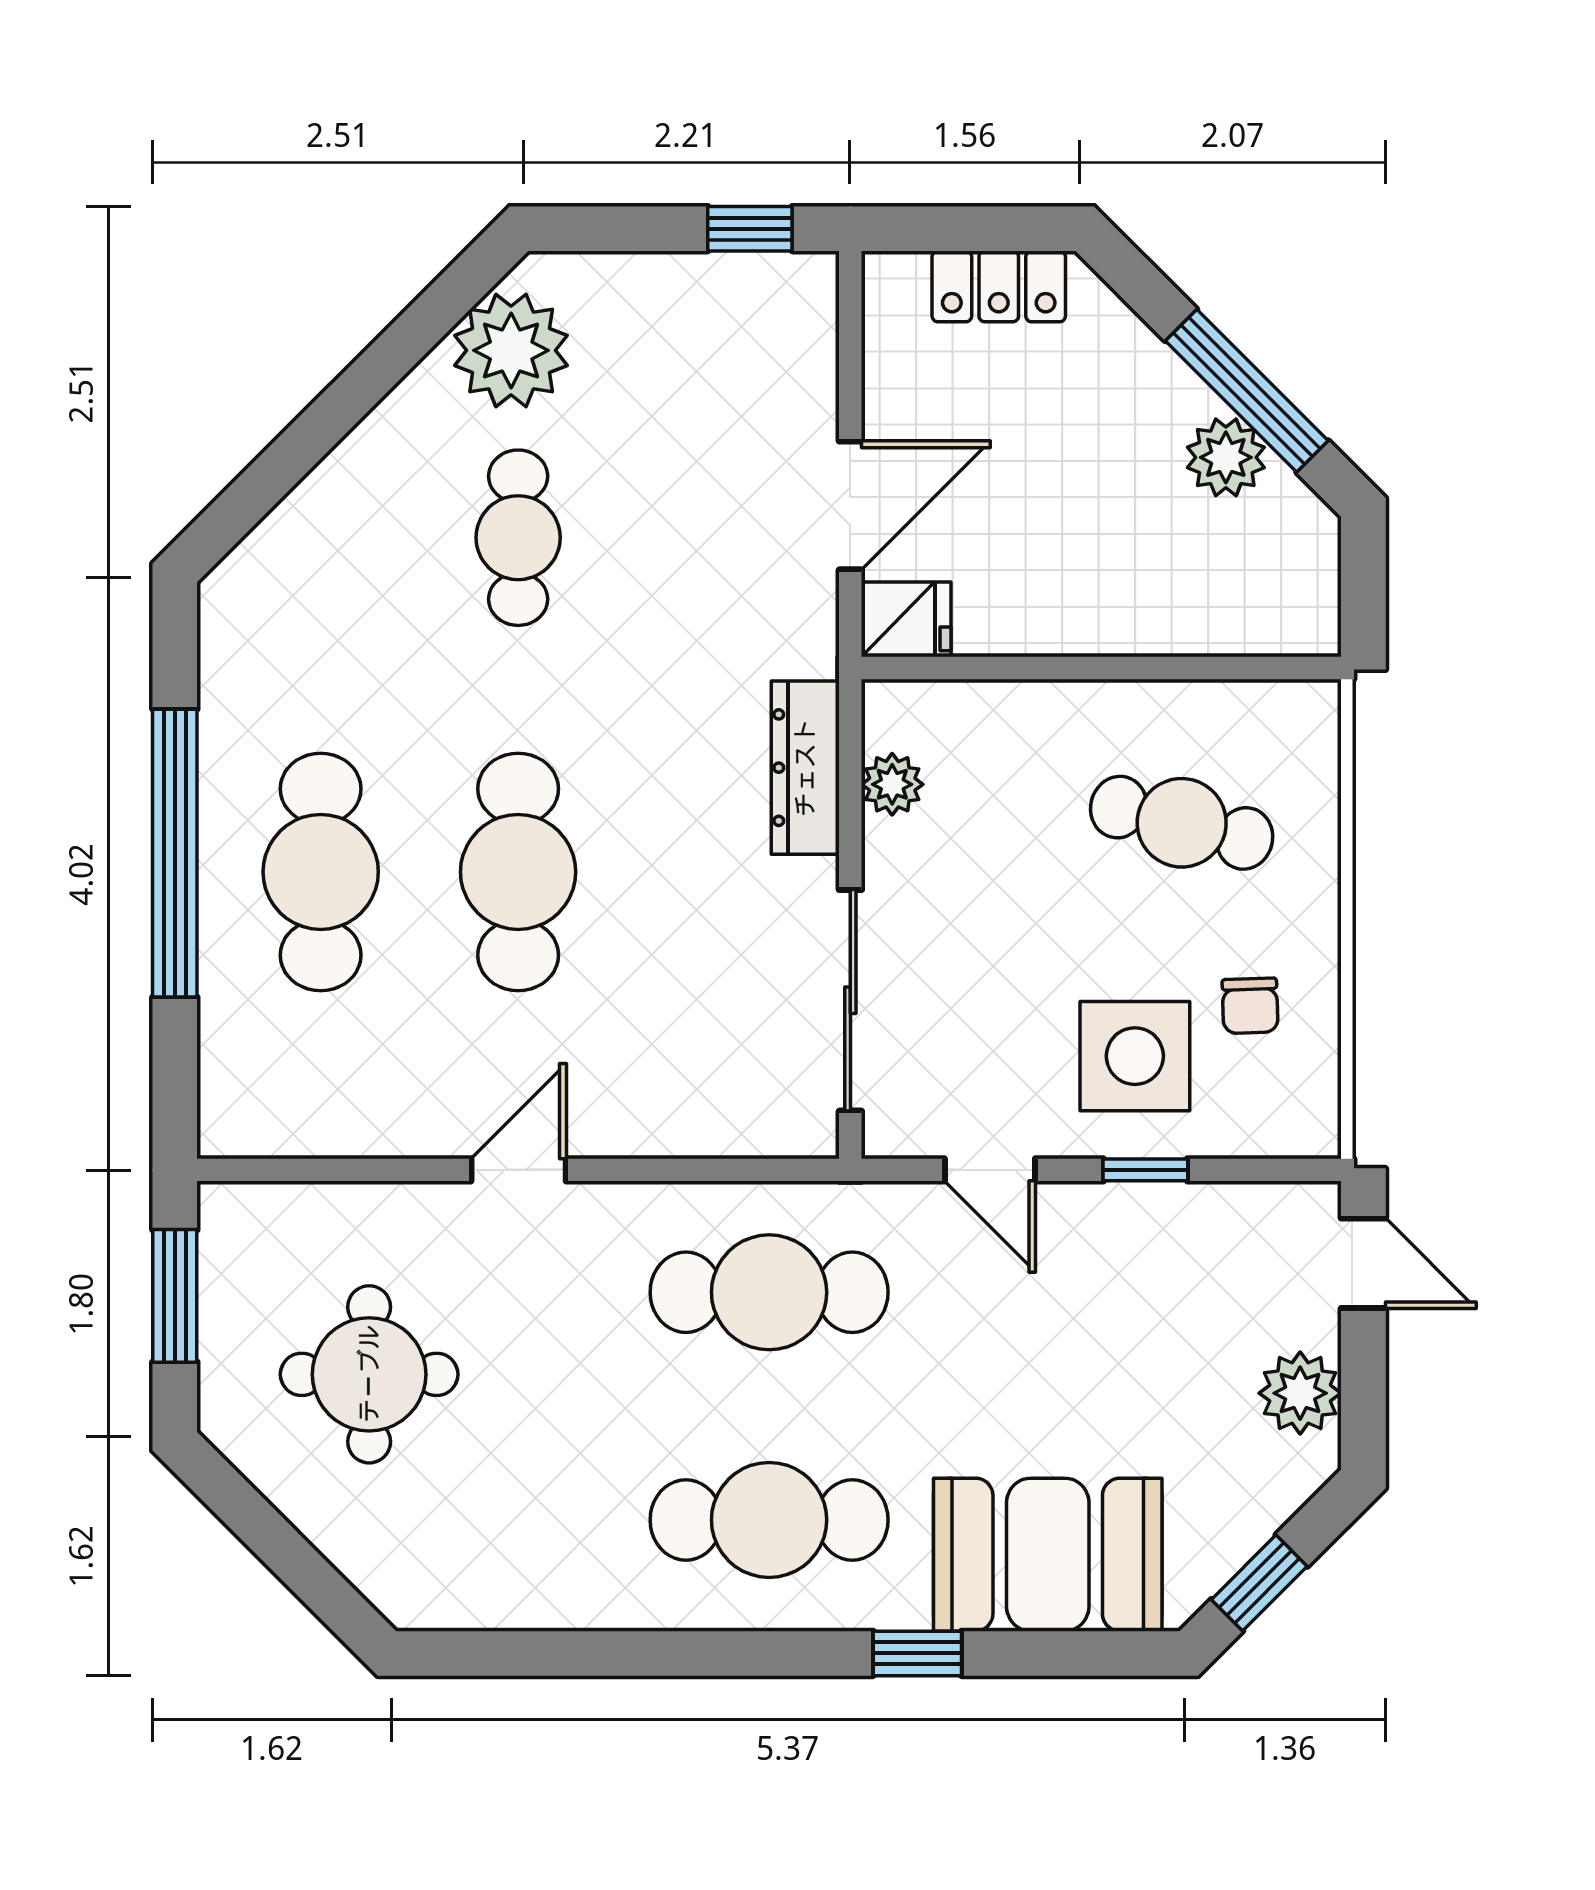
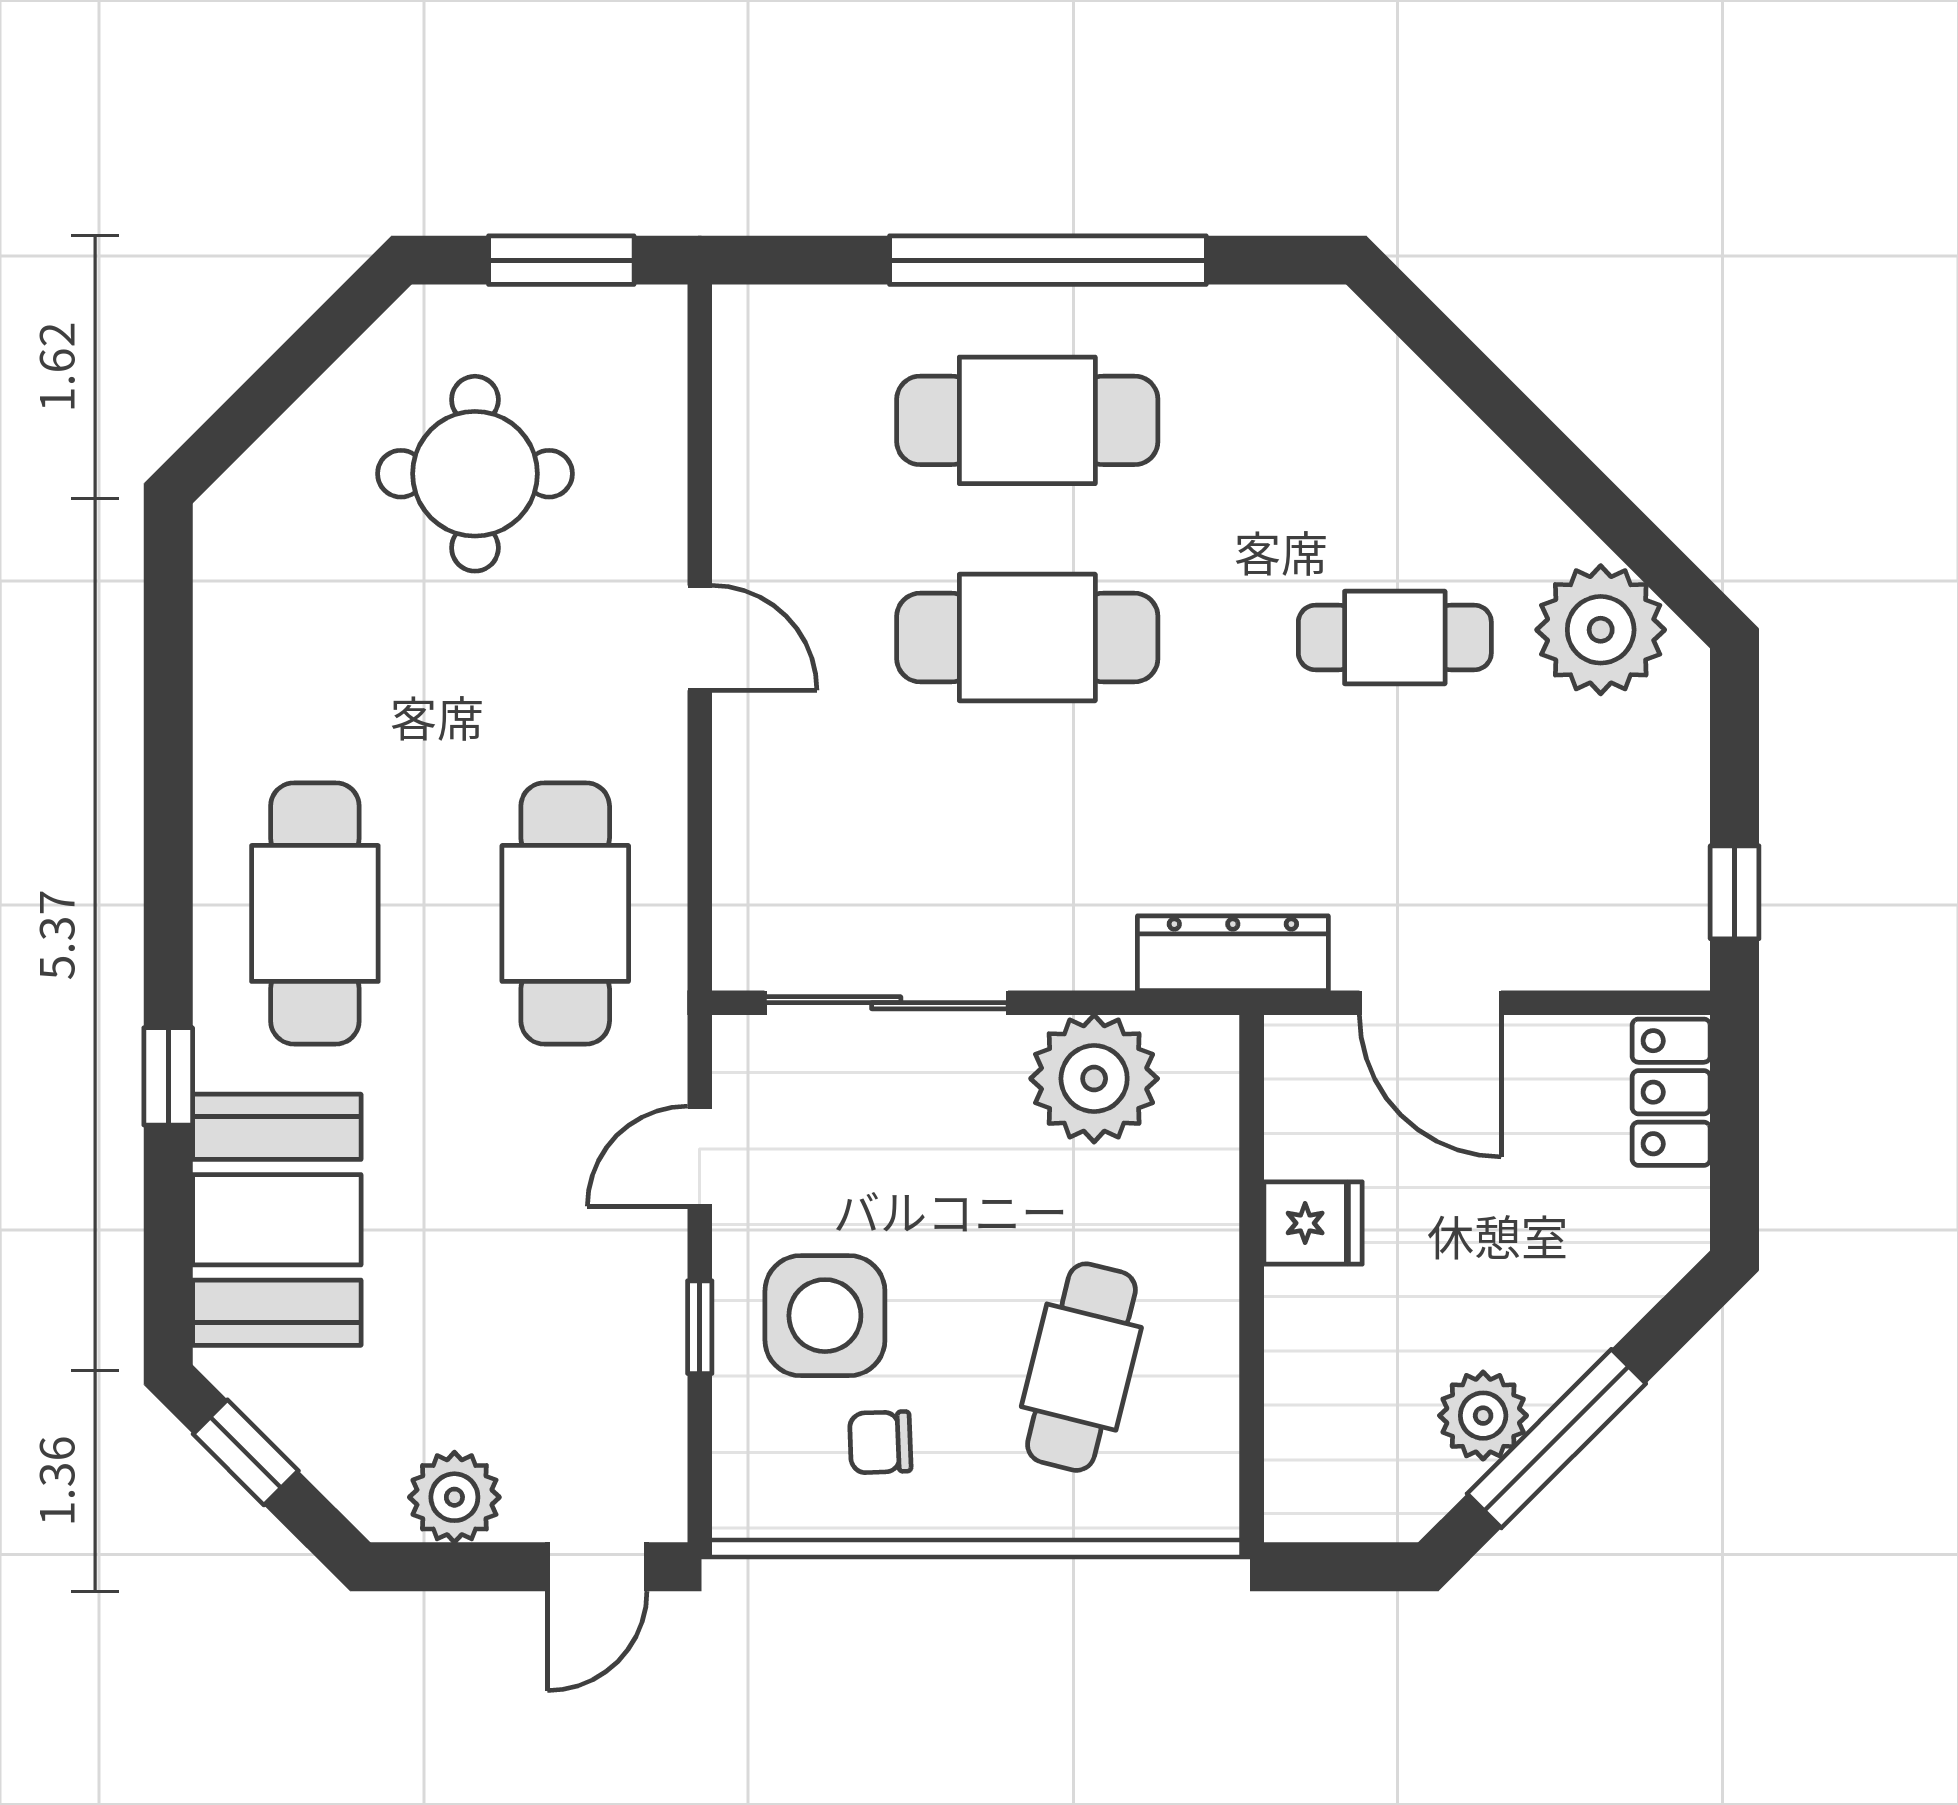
locker: (999, 286) -> (1671, 1092), moved
fridge: (906, 619) -> (1313, 1223), moved, turned -90
dresser: (805, 768) -> (1233, 953), moved
plant: (892, 784) -> (1094, 1079), width x1.87, depth x1.87

